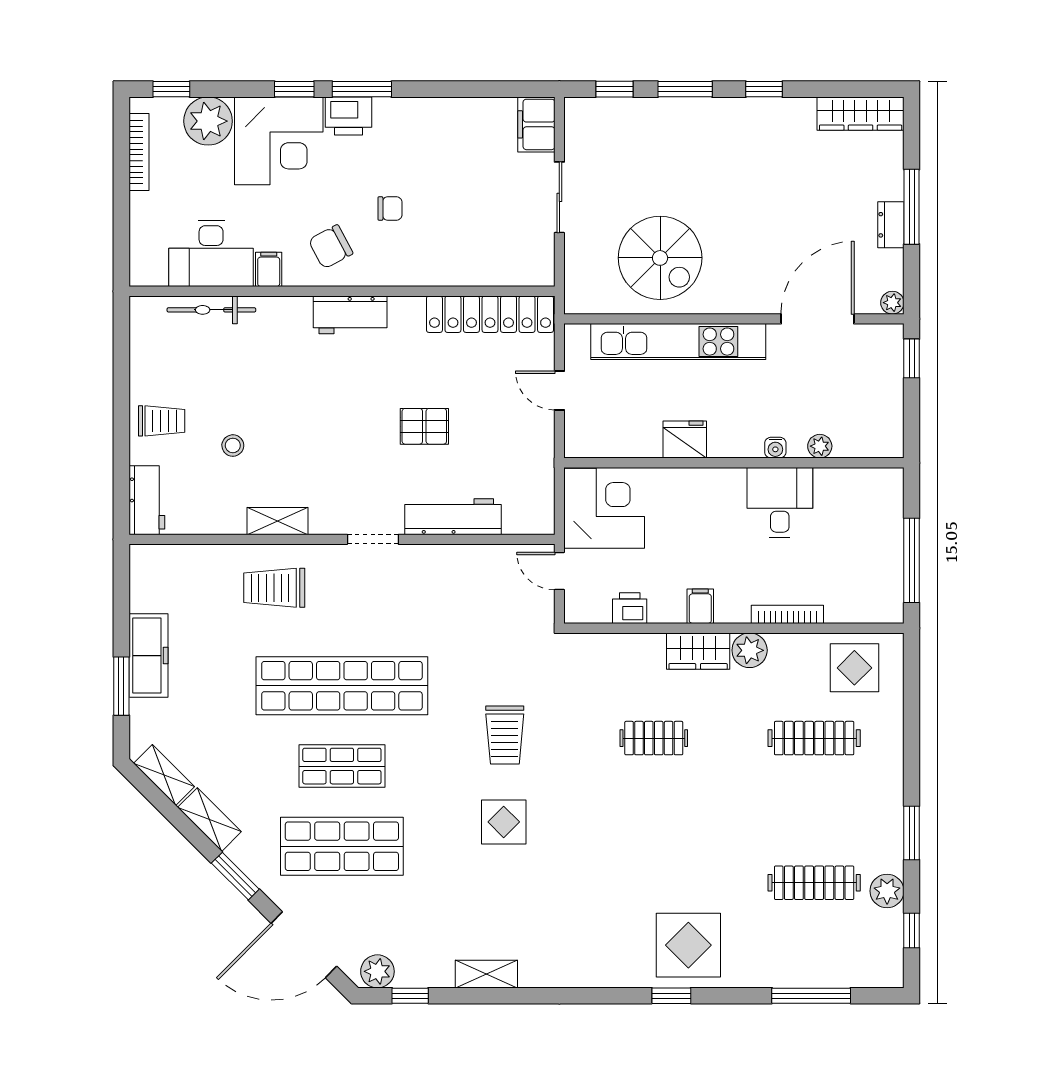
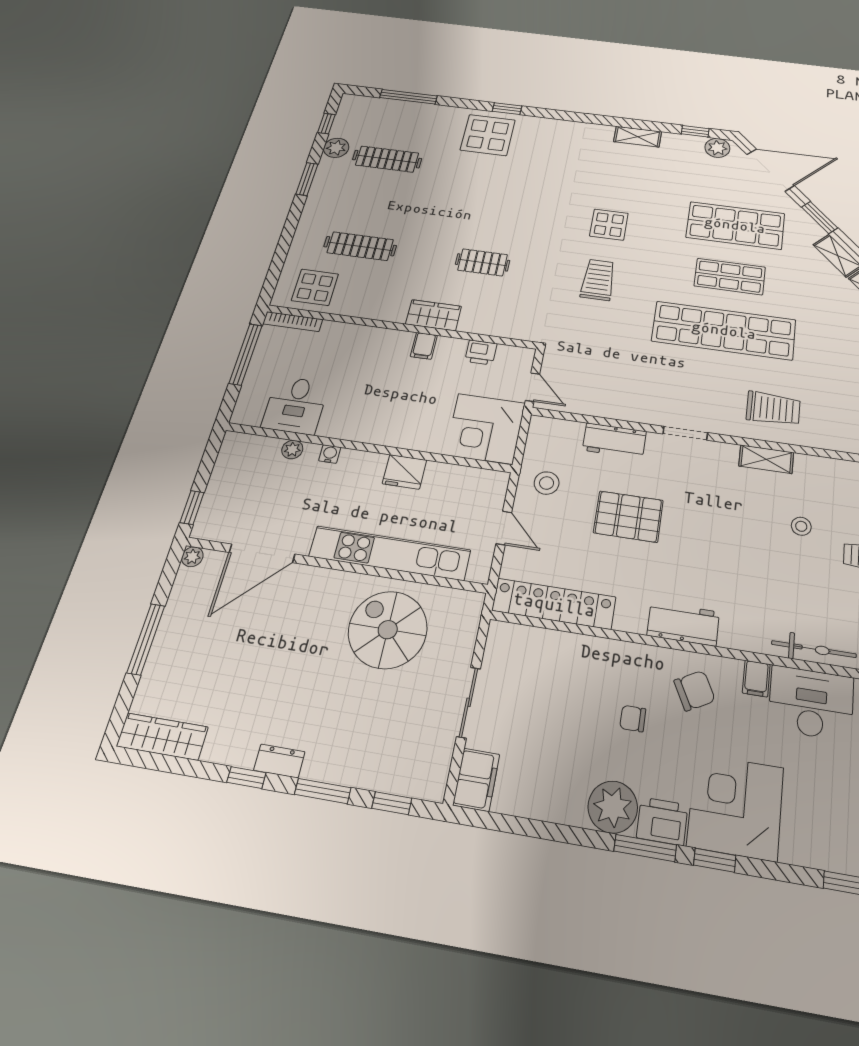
plant: (208, 121) -> (613, 807), moved
dresser: (891, 225) -> (279, 761), moved, turned -90
pallet: (424, 426) -> (628, 517), width x1.50, depth x1.42
stool: (522, 452) -> (547, 483), added
desk: (780, 503) -> (295, 405), moved
workbench: (453, 517) -> (614, 441), width x0.73
bookcase: (787, 614) -> (293, 322), moved
plant: (750, 650) -> (393, 310), removed

